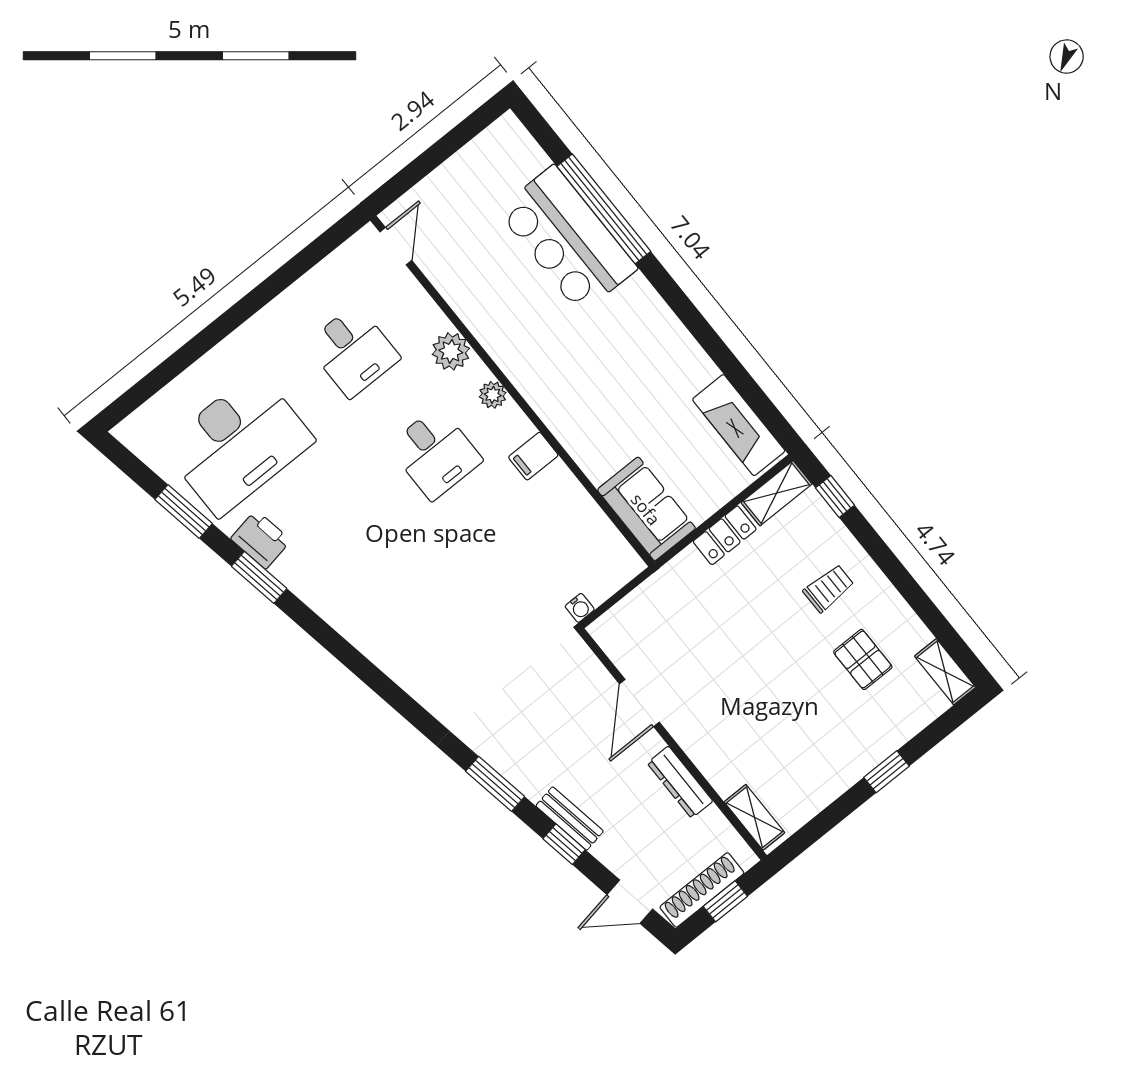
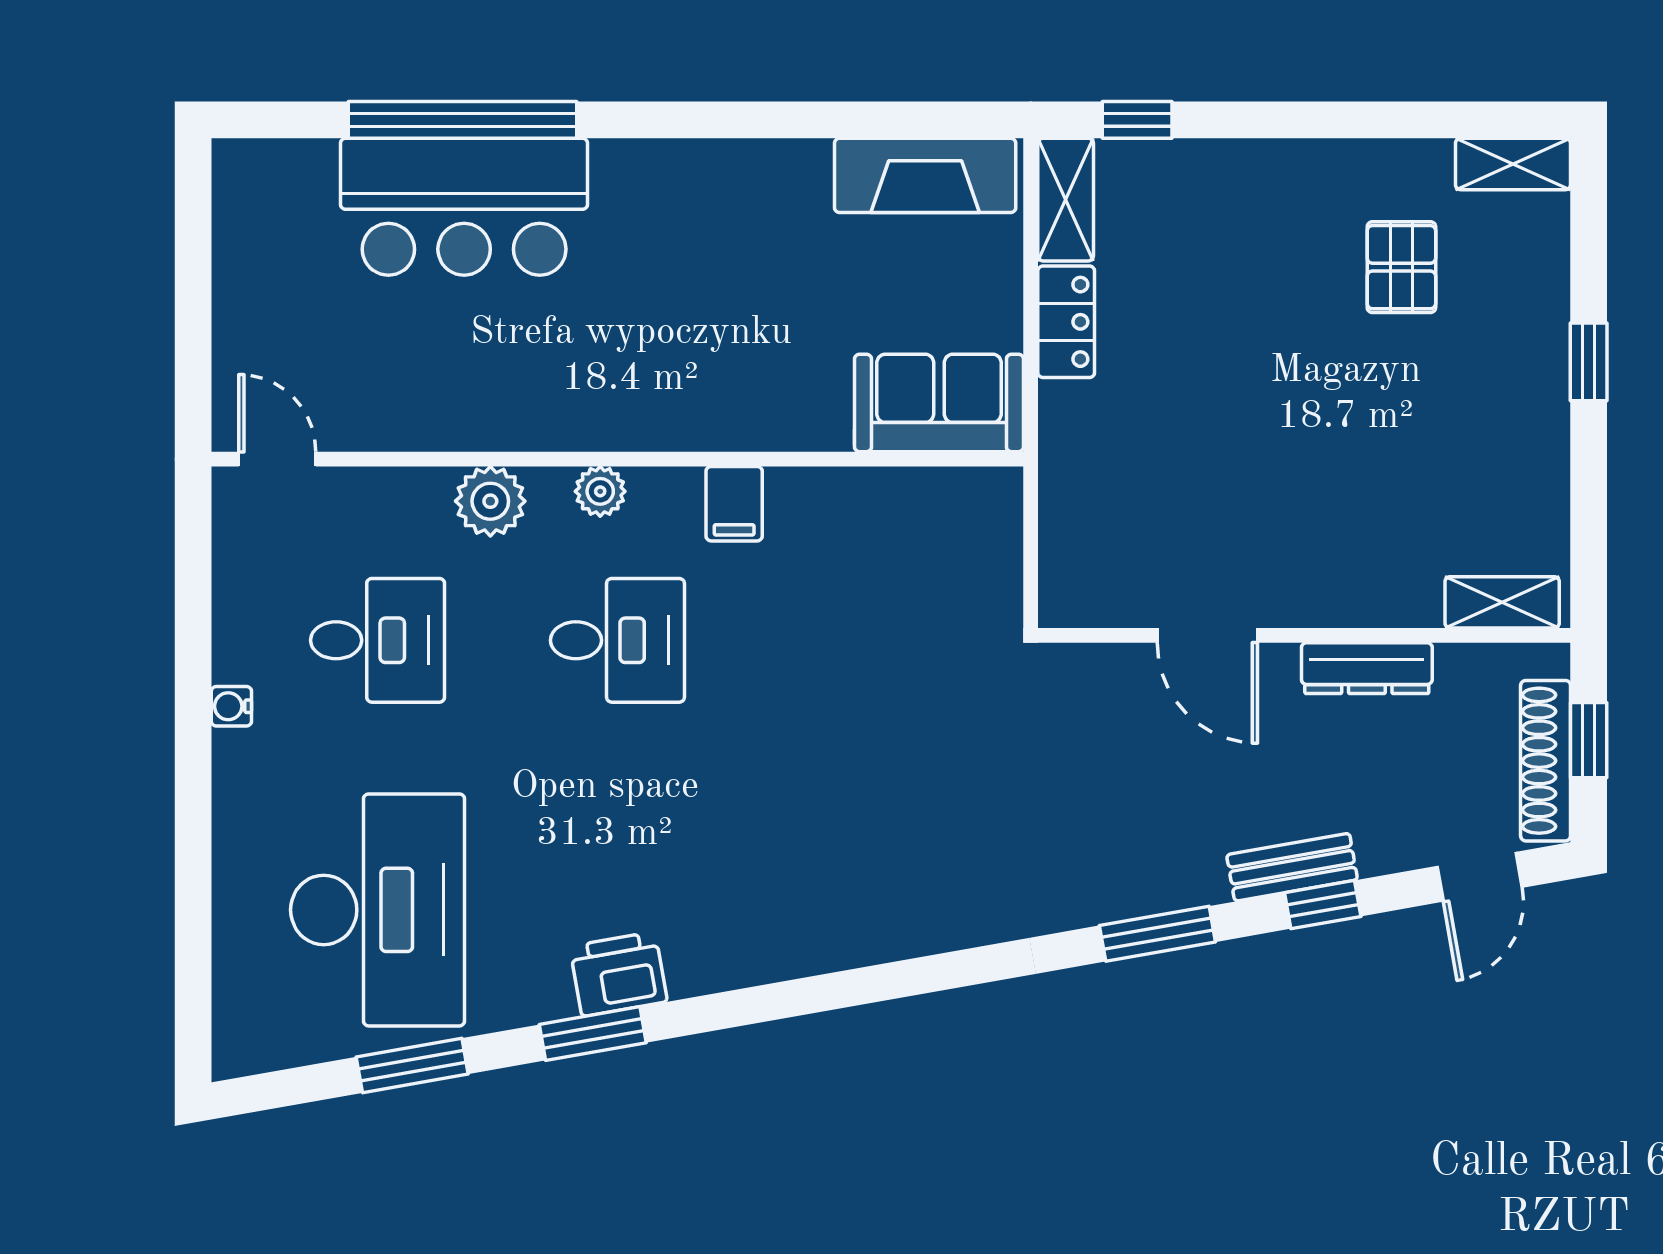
printer: (261, 540) -> (618, 974), moved
trolley: (829, 588) -> (1261, 234), removed
water cooler: (580, 608) -> (231, 706), moved, turned 180
pallet: (863, 659) -> (1401, 267), turned 90

